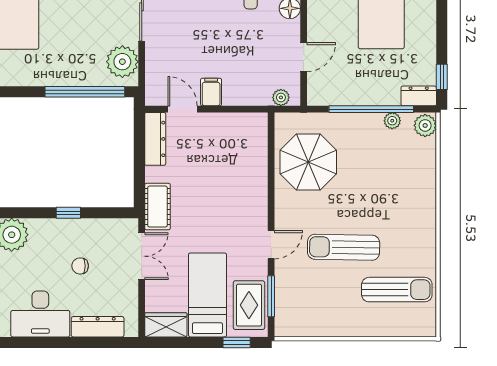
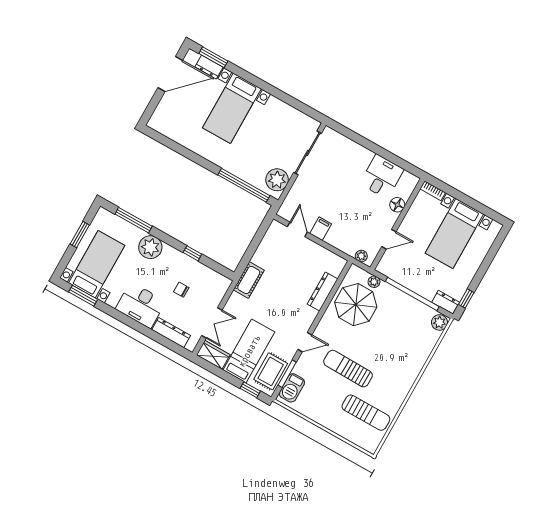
plant: (392, 121) -> (374, 282), moved
dresser: (155, 139) -> (322, 291), moved, turned 180
double door: (142, 256) -> (212, 323), moved
barbecue: (287, 311) -> (292, 388), added

